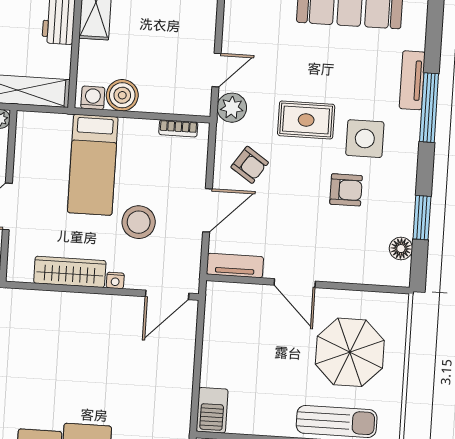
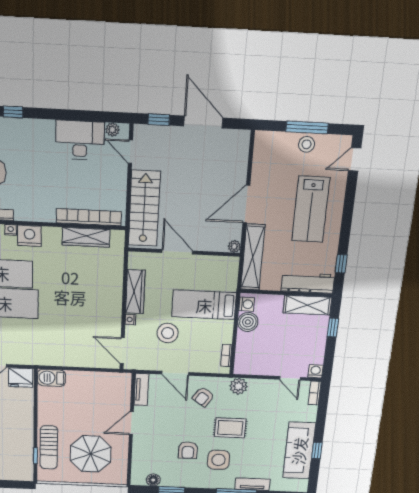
door: (217, 70) -> (290, 378), moved
rug: (306, 120) -> (230, 428), turned 90

